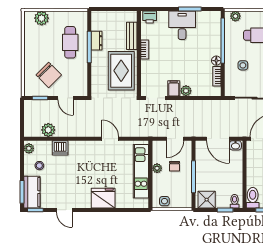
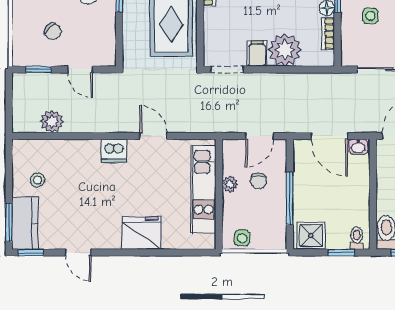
chair: (49, 75) -> (53, 32), width x0.54, depth x0.54
plant: (186, 91) -> (285, 50), width x1.87, depth x1.87
plant: (29, 148) -> (20, 152), removed
dishwasher: (60, 148) -> (114, 151), moved

